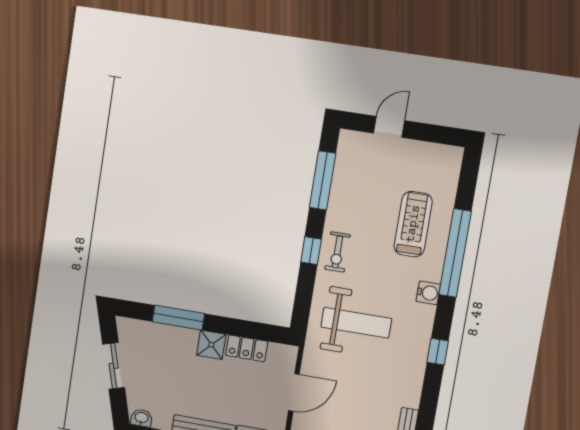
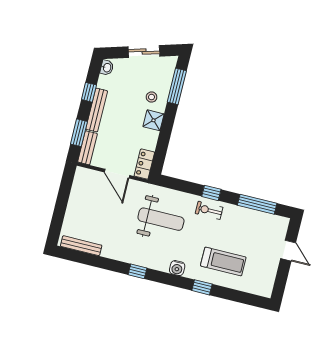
window: (455, 253) -> (202, 287), width x0.32
window: (178, 318) -> (177, 86), moved
weight bench: (356, 323) -> (161, 219), turned -90
locker: (247, 348) -> (144, 164), moved
stool: (178, 350) -> (151, 97), added

